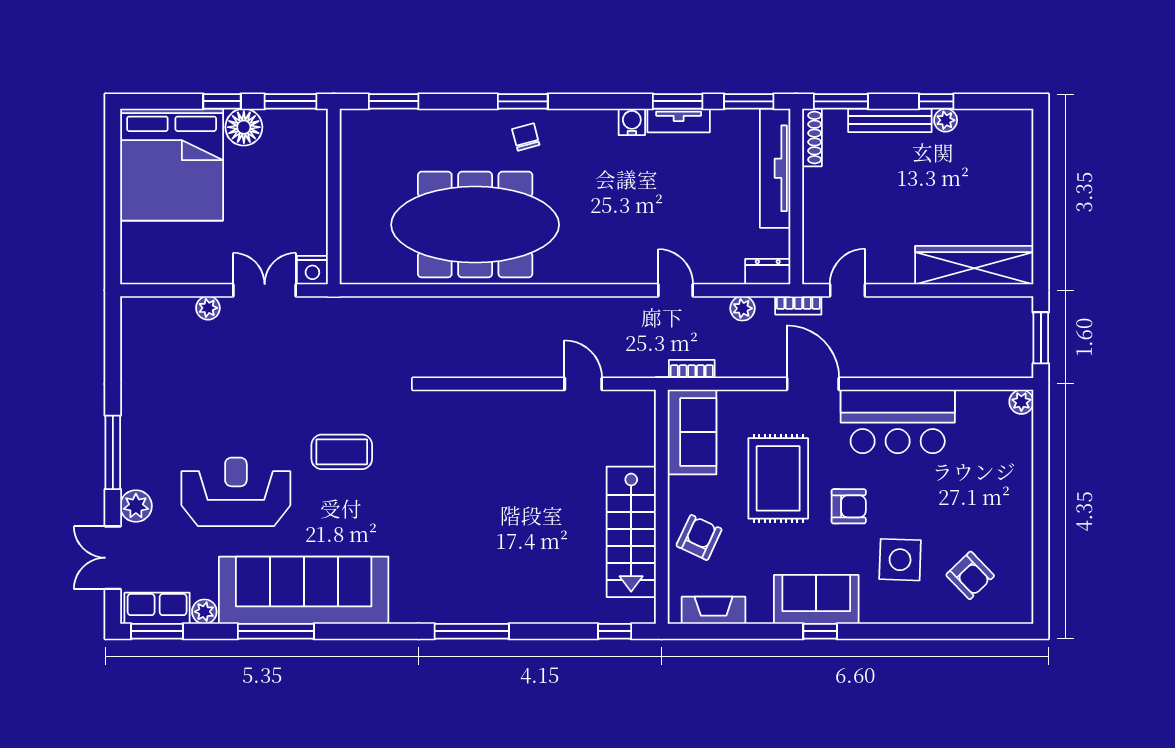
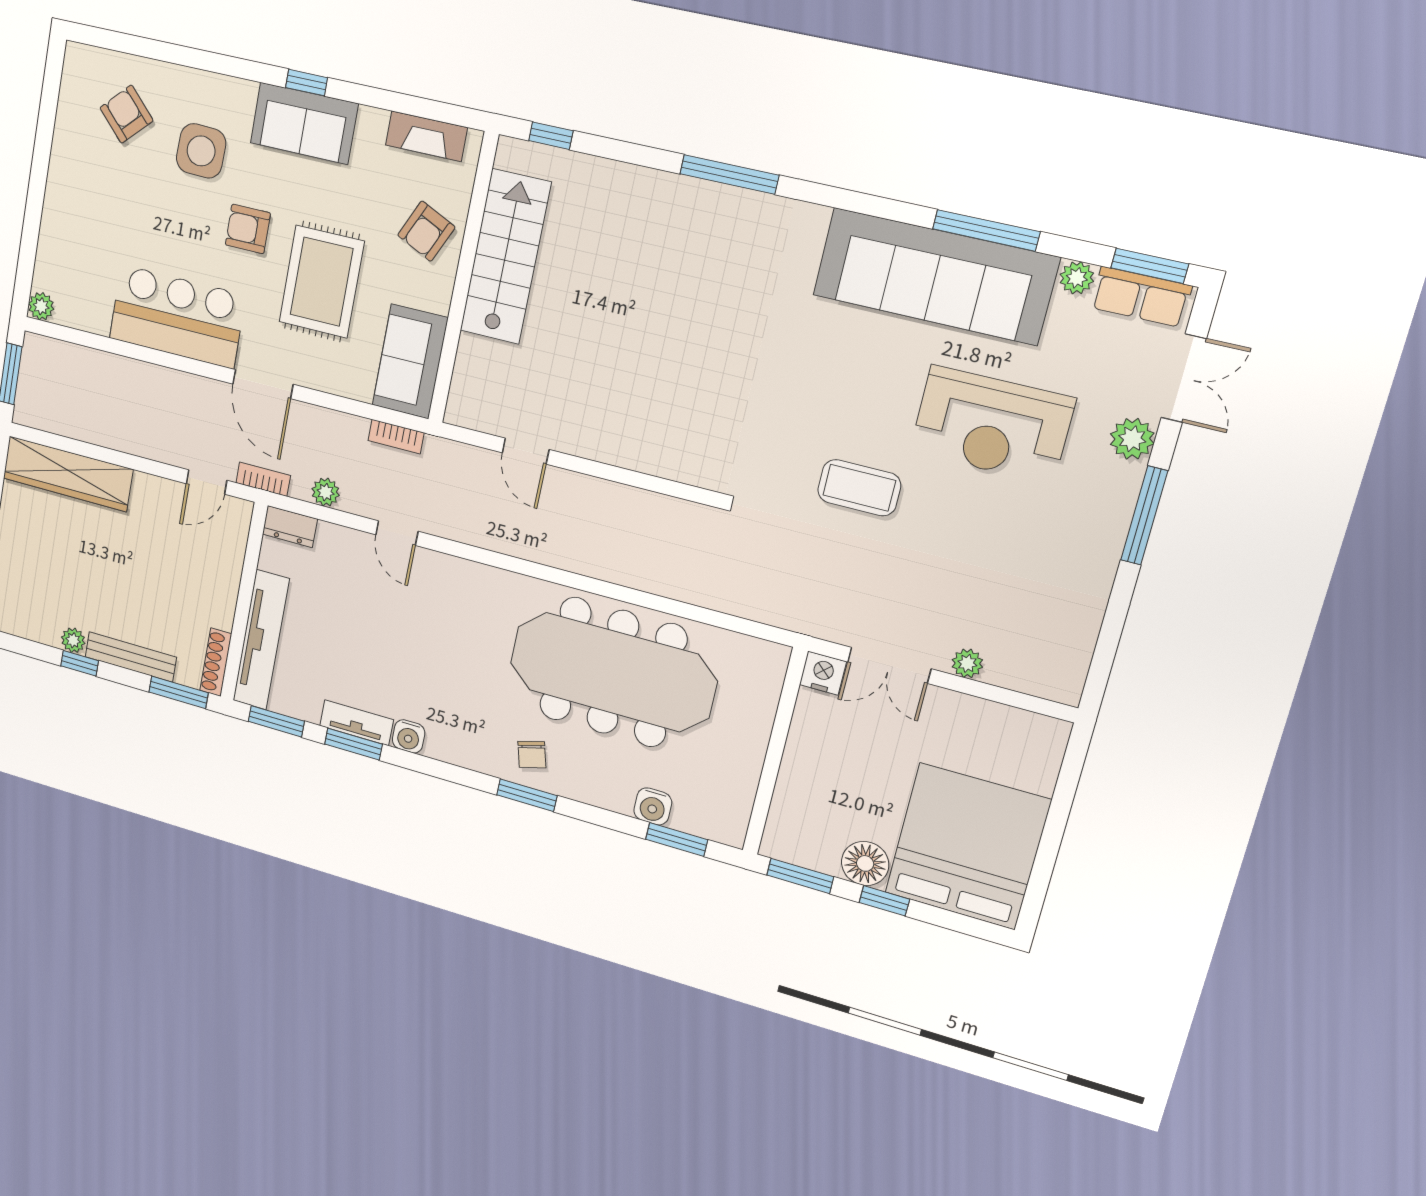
water cooler: (419, 123) -> (653, 806), added
coffee table: (342, 452) -> (859, 488), moved

